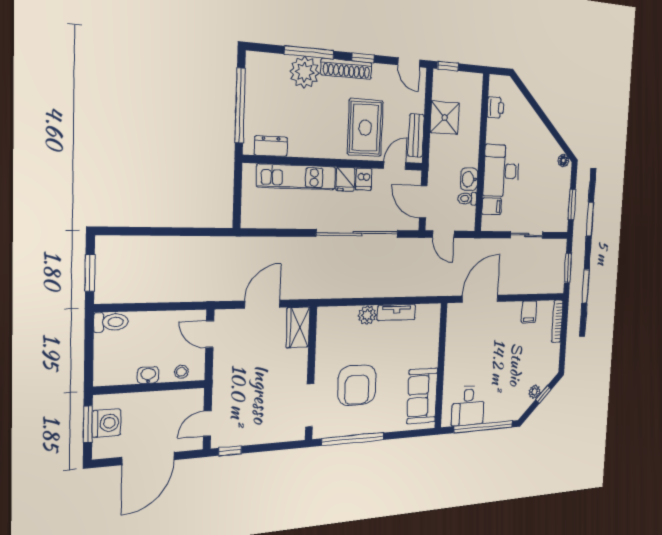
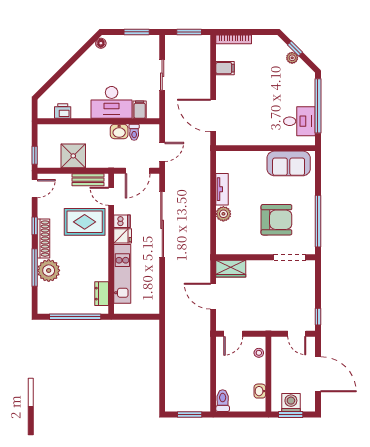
washbasin: (148, 375) -> (260, 391), moved

